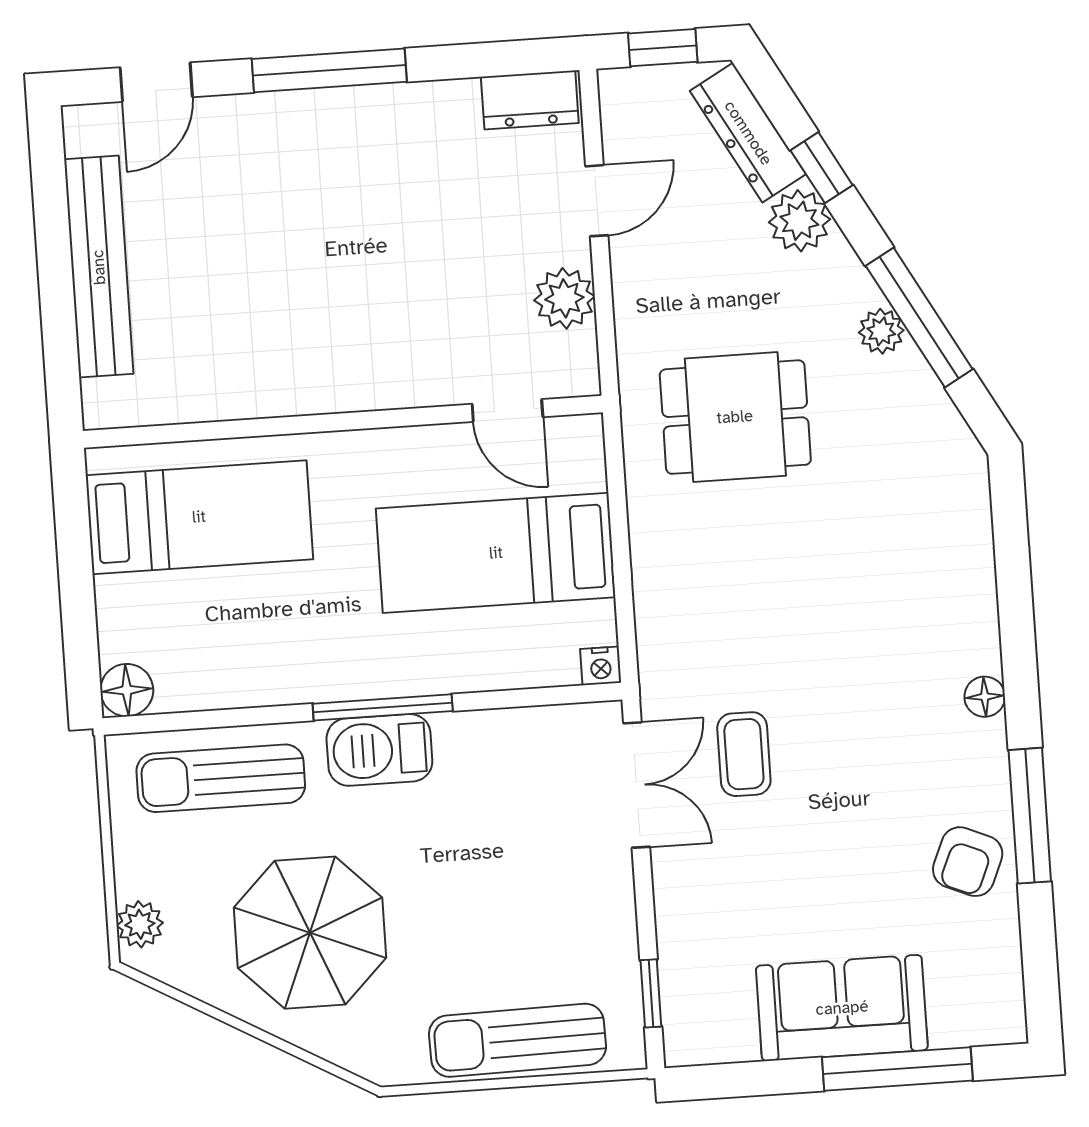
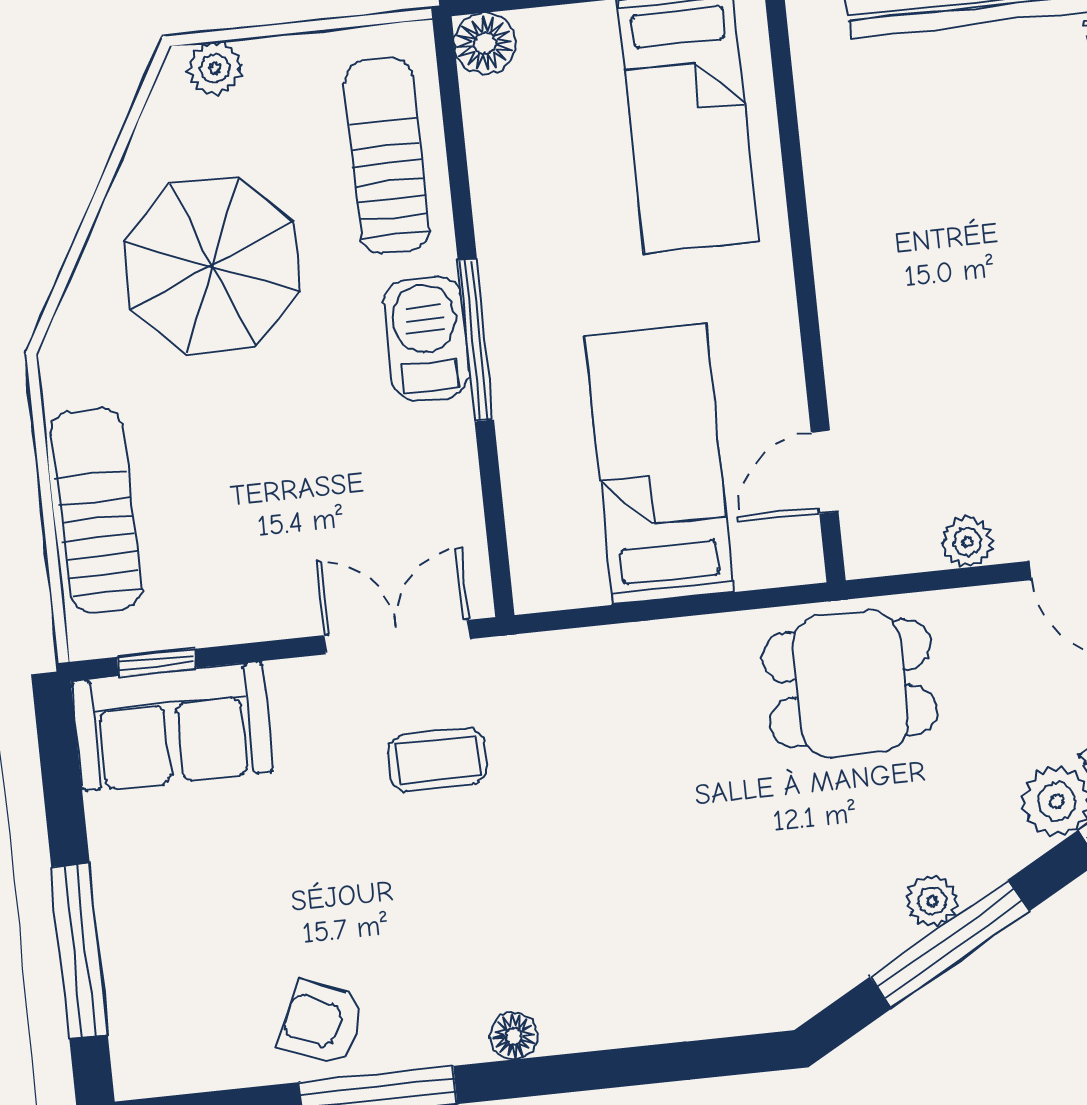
plant: (564, 298) -> (967, 542), width x0.73, depth x0.73
dining table: (735, 417) -> (850, 684), moved, turned 90
nightstand: (601, 666) -> (533, 591), removed
double door: (637, 785) -> (397, 637), swing flipped
sofa: (842, 1008) -> (172, 726), moved, turned 90

